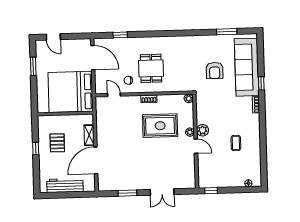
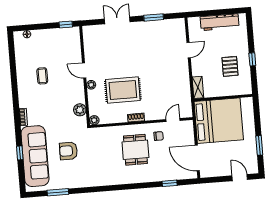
armchair: (215, 70) -> (68, 151), turned -90
window: (261, 83) -> (20, 153), moved
door: (114, 95) -> (173, 120), swing flipped
plant: (203, 130) -> (80, 110), moved
shelving: (89, 135) -> (198, 87), moved
door: (96, 160) -> (189, 50), width x0.53

